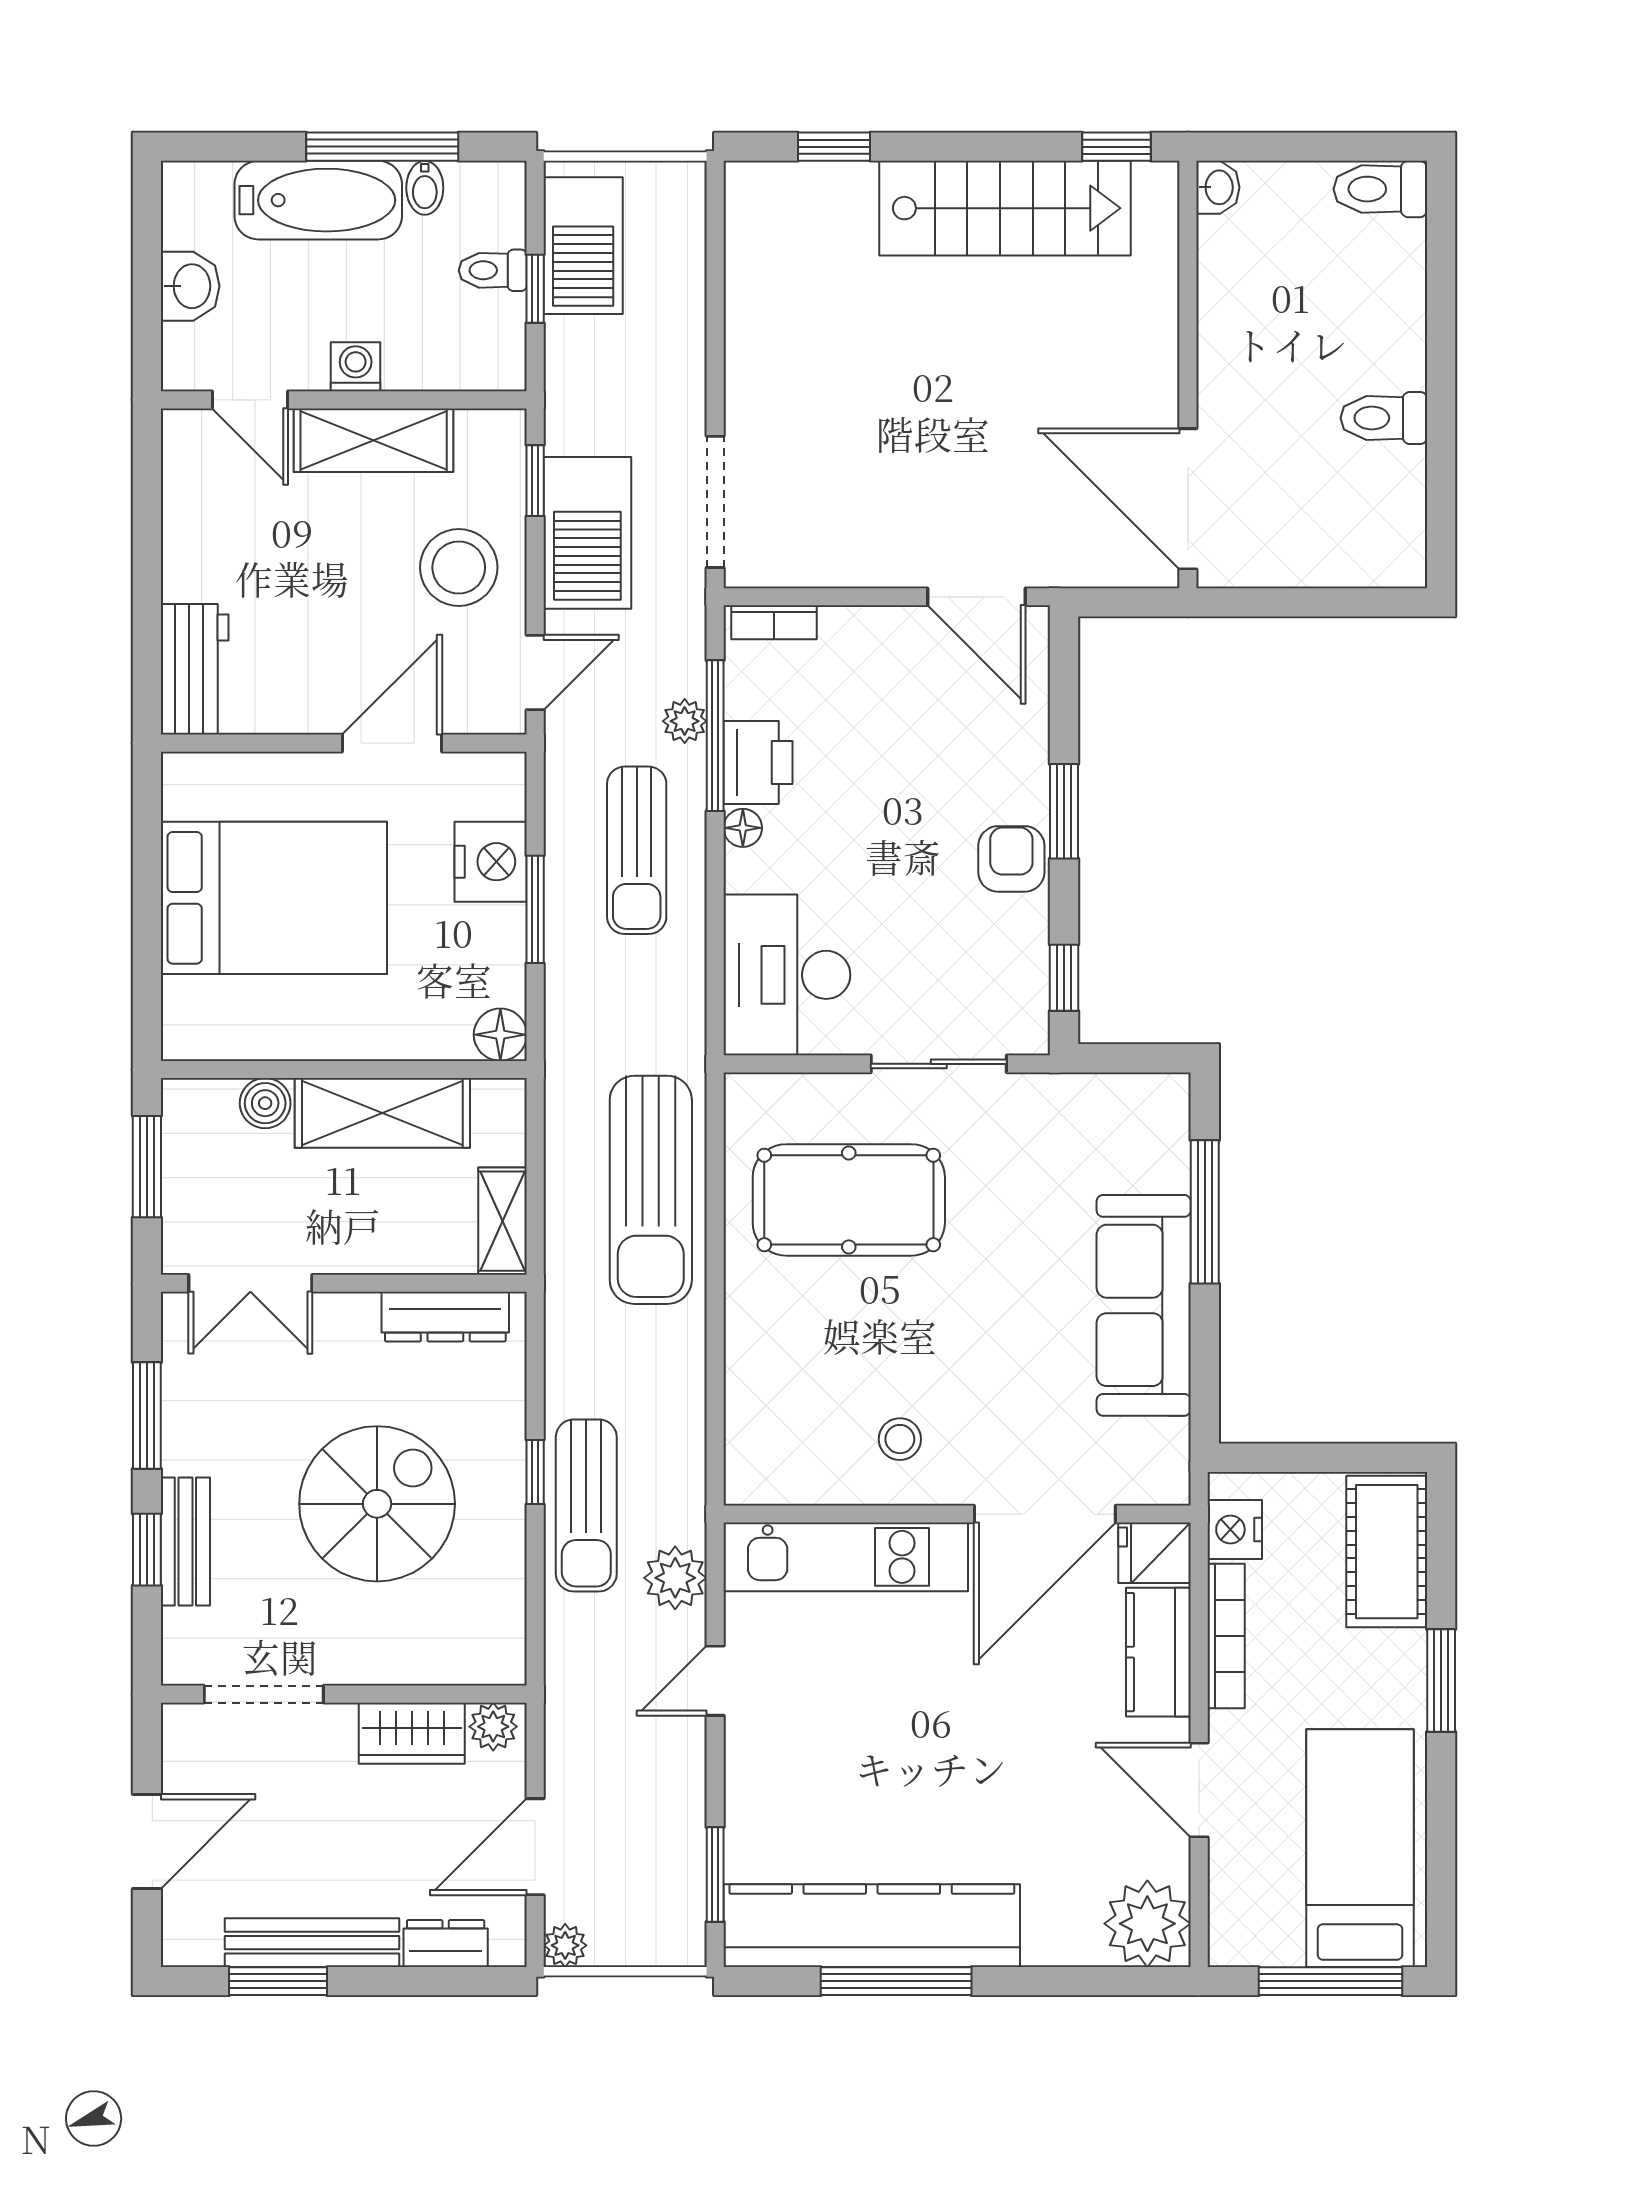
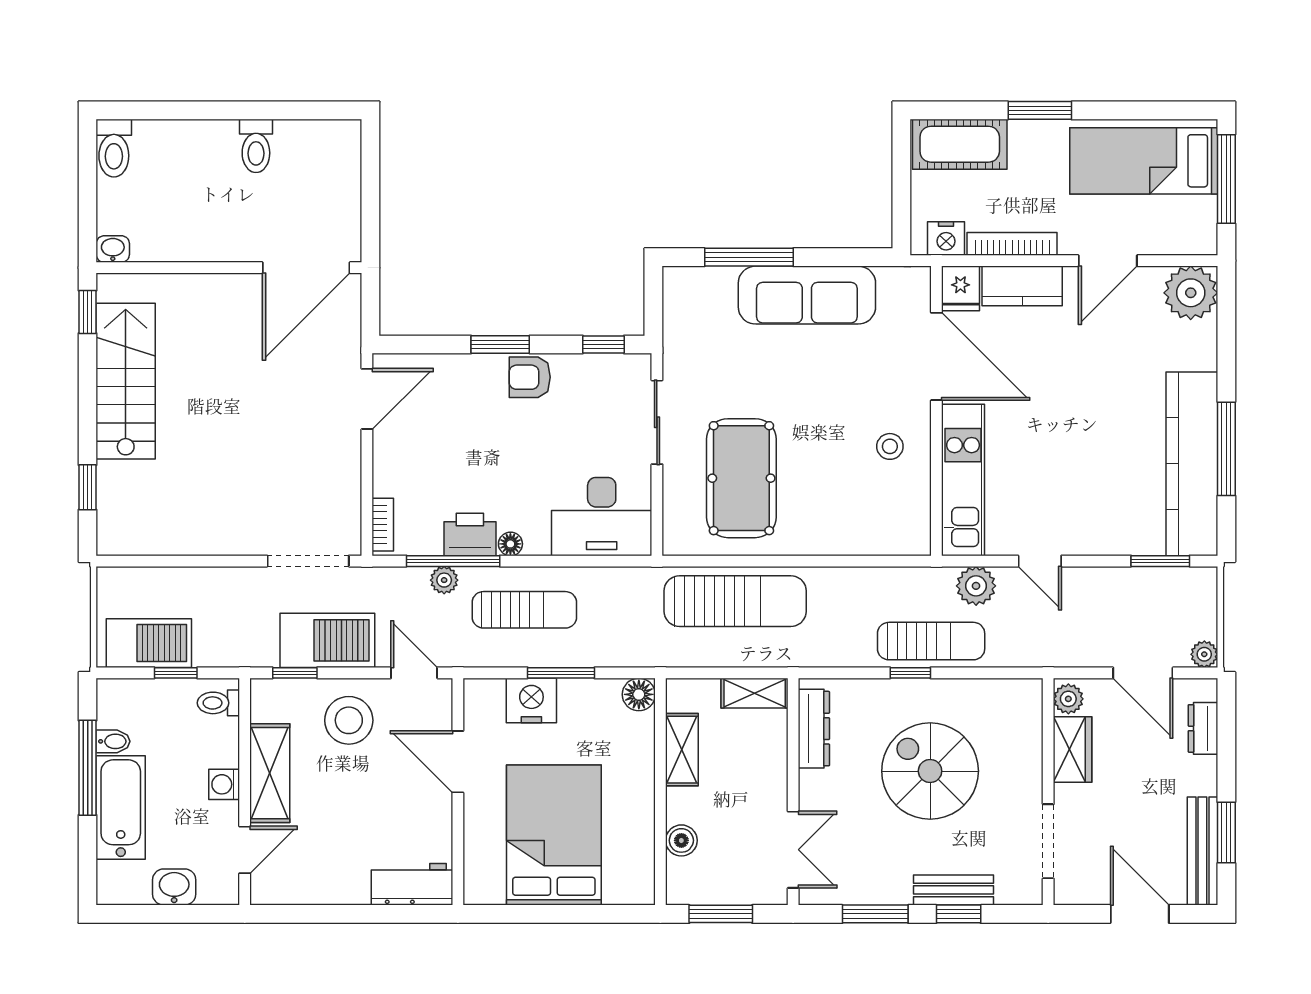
toilet: (493, 270) -> (218, 703), moved, turned 90
shelving: (382, 1113) -> (682, 750), width x0.67, depth x0.75
bench: (312, 1943) -> (1202, 851), moved

